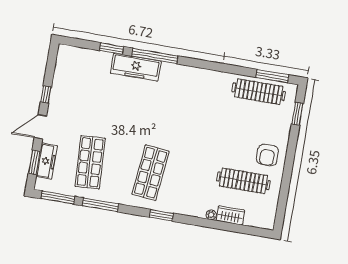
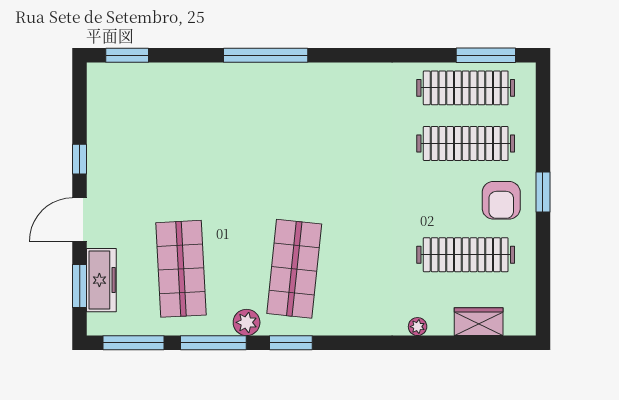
window: (112, 49) -> (127, 55), moved
freezer: (136, 67) -> (235, 82), removed
window: (297, 114) -> (543, 192), moved
clothes rail: (254, 121) -> (466, 143), added
plant: (120, 197) -> (247, 322), added
window: (162, 215) -> (291, 343), moved
wardrobe: (230, 215) -> (479, 322), moved

